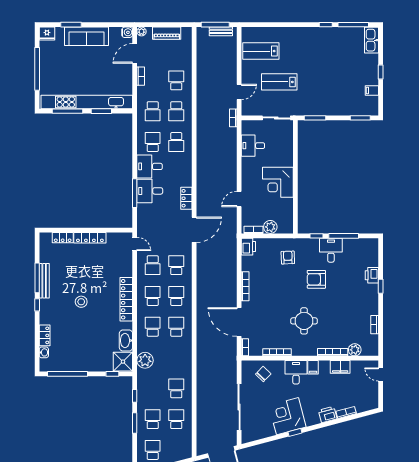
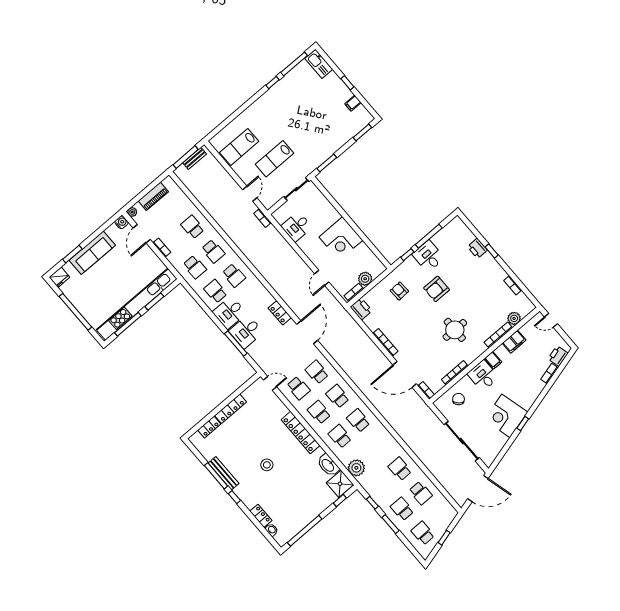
printer: (328, 415) -> (558, 356), moved
school desk: (176, 419) -> (421, 493), turned 180

